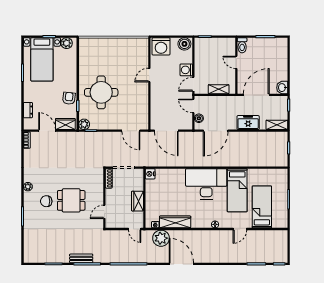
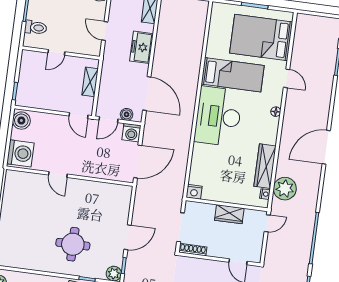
toilet: (242, 45) -> (36, 28), moved
washing machine: (186, 70) -> (132, 133), moved
round table: (101, 92) -> (73, 244), width x0.73, depth x0.73
door: (256, 95) -> (105, 31), width x0.53
door: (131, 131) -> (128, 237), moved
bed: (262, 207) -> (261, 37), width x1.50
door: (181, 264) -> (326, 147), moved

